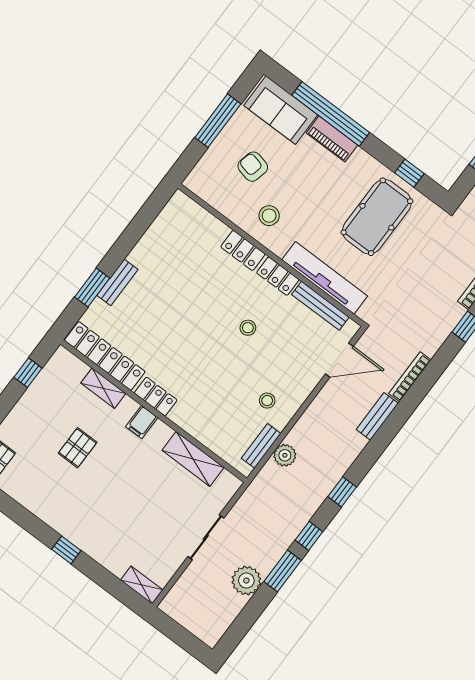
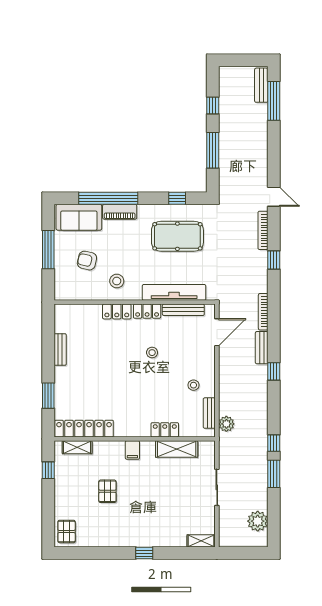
pool table: (377, 217) -> (177, 236), turned 90
bench: (117, 282) -> (60, 350), moved
shelving: (103, 388) -> (77, 447), moved
locker: (156, 397) -> (165, 430), moved
plant: (285, 455) -> (226, 424), moved
window: (342, 492) -> (274, 371), moved
plant: (246, 581) -> (258, 521), moved

